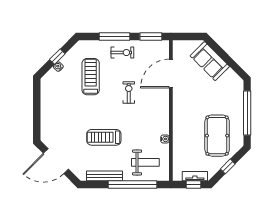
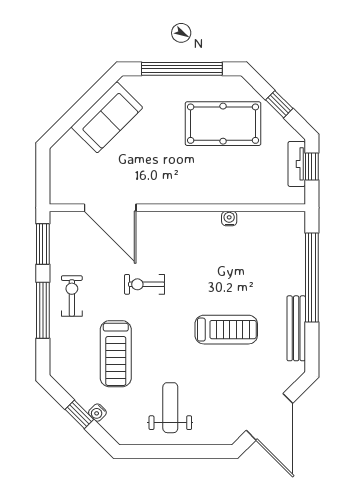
sofa: (210, 61) -> (107, 117), moved
treadmill: (91, 77) -> (116, 354), turned -90
treadmill: (104, 137) -> (226, 330), turned -90
weight bench: (145, 162) -> (170, 408), moved

